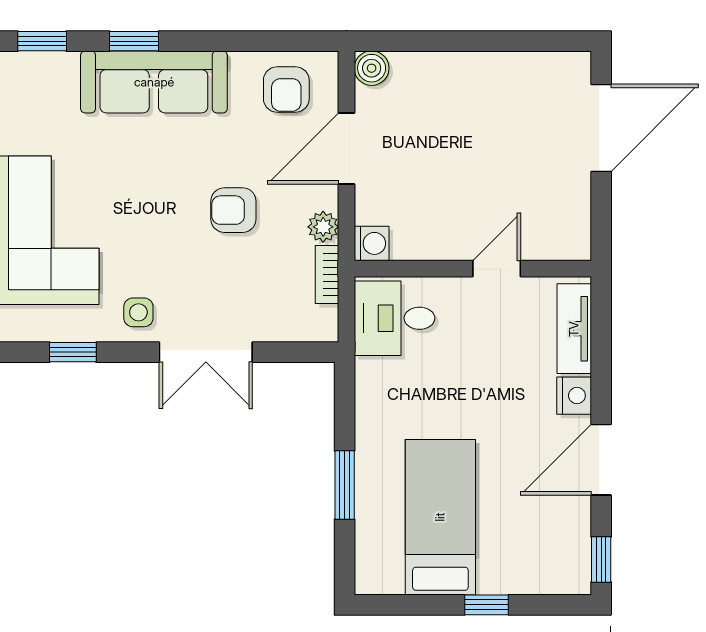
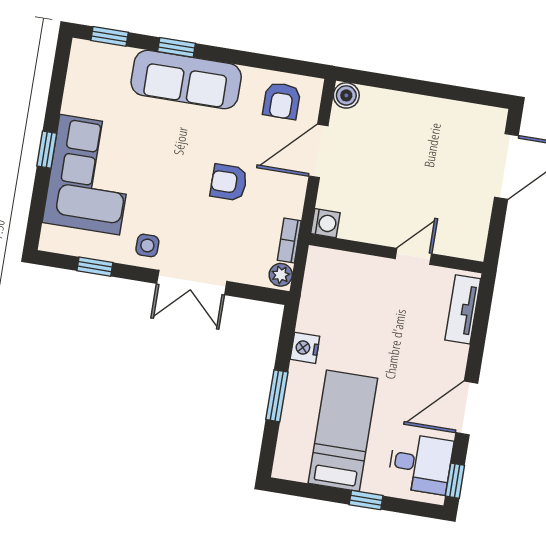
plant: (323, 227) -> (281, 275), moved
desk: (394, 318) -> (420, 464), moved, turned 180
nightstand: (574, 396) -> (305, 348), moved, turned 180

